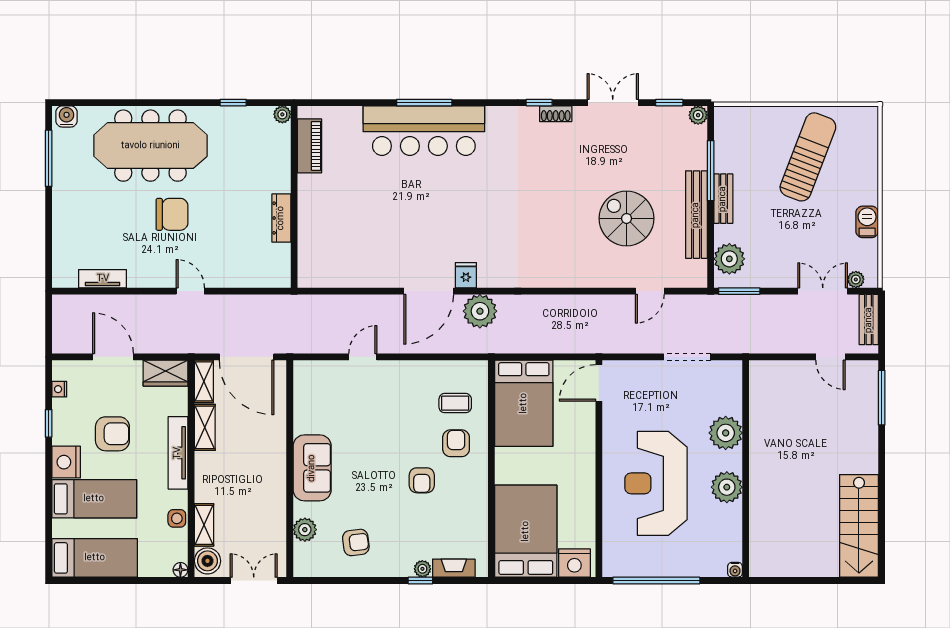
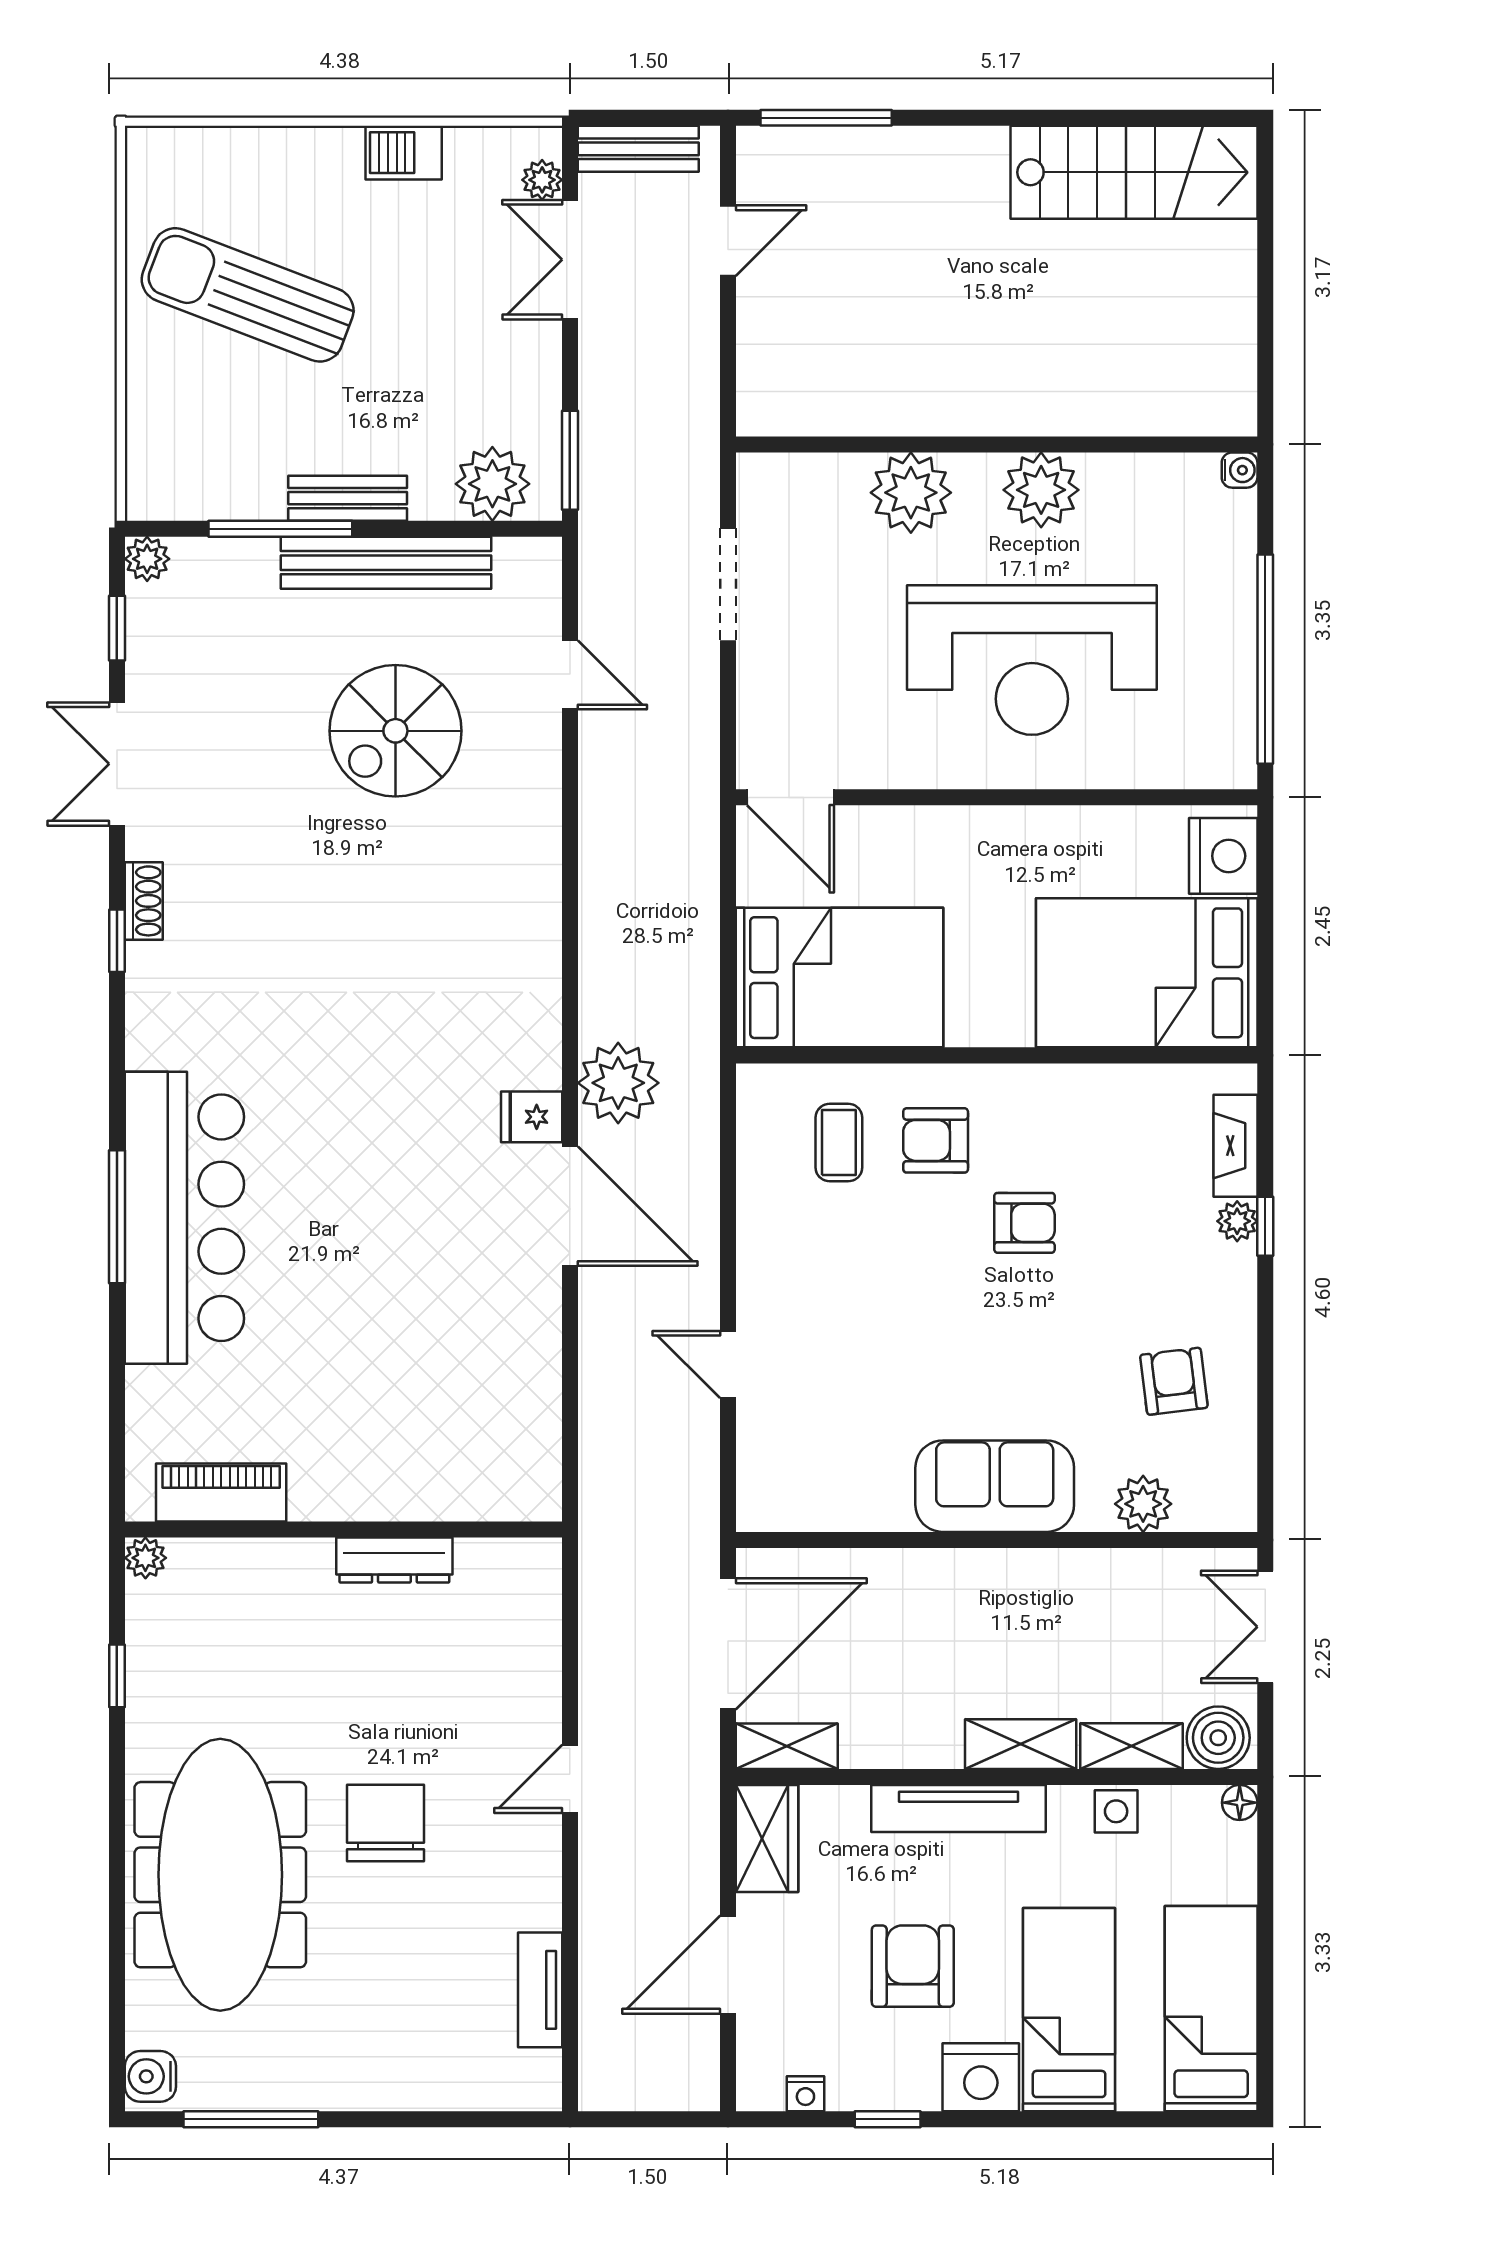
shelving: (205, 427) -> (1021, 1744), moved

